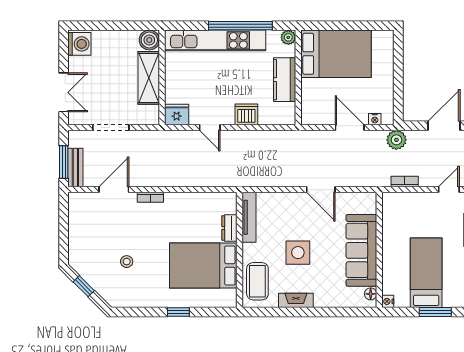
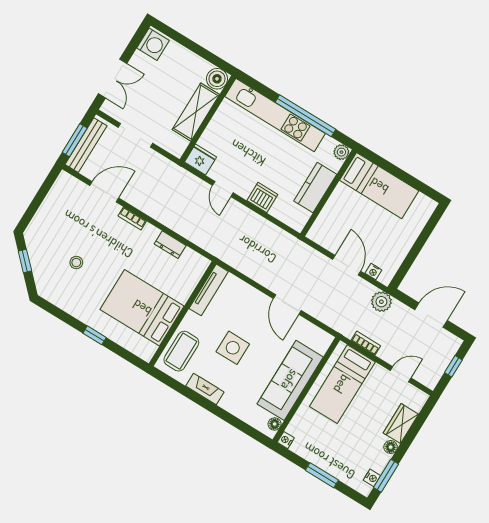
bed: (336, 54) -> (379, 186), width x0.67
bench: (75, 167) -> (86, 145), width x1.36
dresser: (229, 228) -> (170, 245), moved, turned -90
bed: (426, 273) -> (342, 384), moved, turned 180

